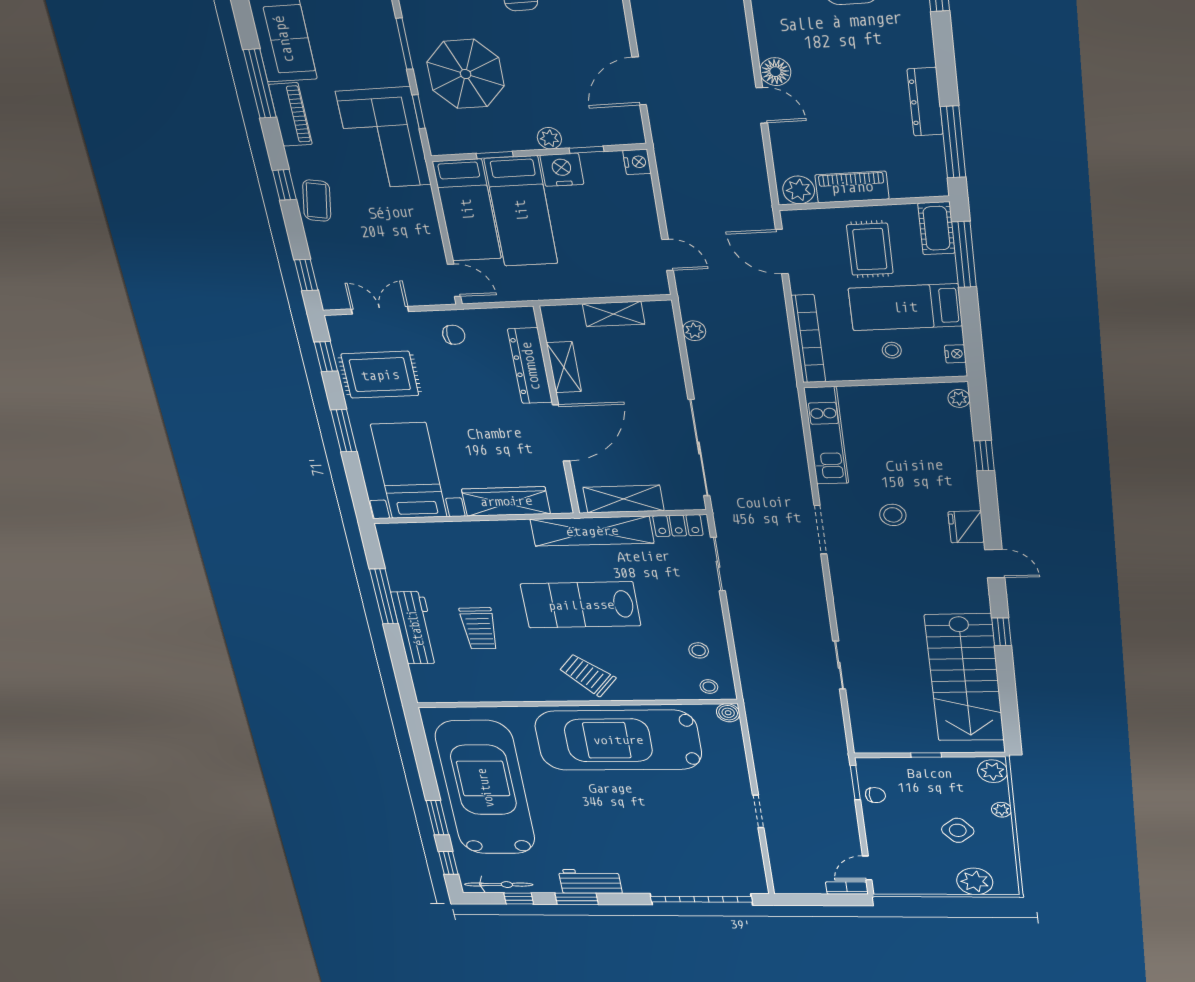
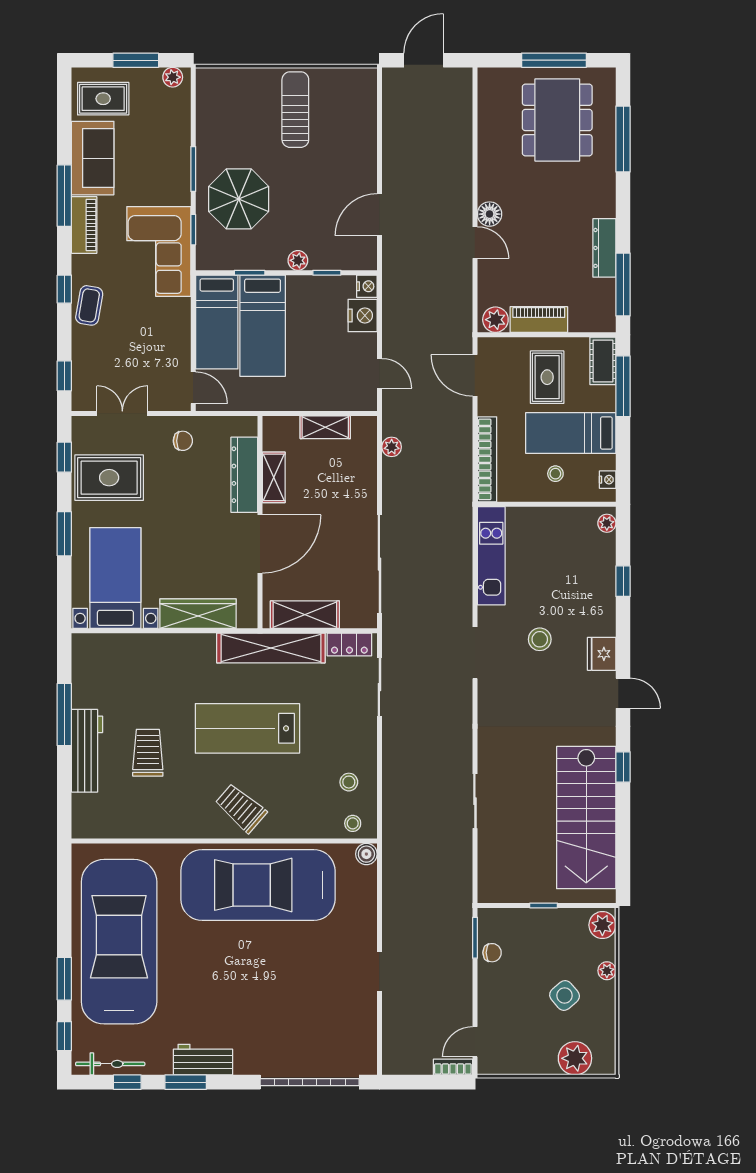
nightstand: (562, 170) -> (363, 316), moved, turned 90
trolley: (479, 628) -> (148, 753), turned 180

